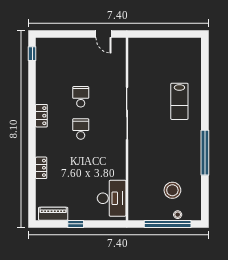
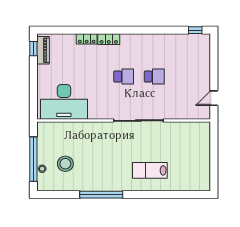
locker: (41, 116) -> (109, 39), moved
desk: (112, 198) -> (64, 102), width x1.36, depth x1.30
window: (76, 224) -> (33, 49), moved

